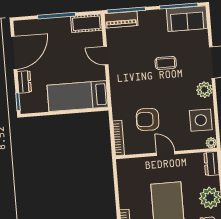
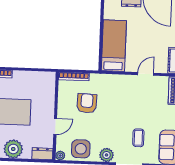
coffee table: (166, 63) -> (138, 138), moved
door: (166, 154) -> (55, 126), moved

